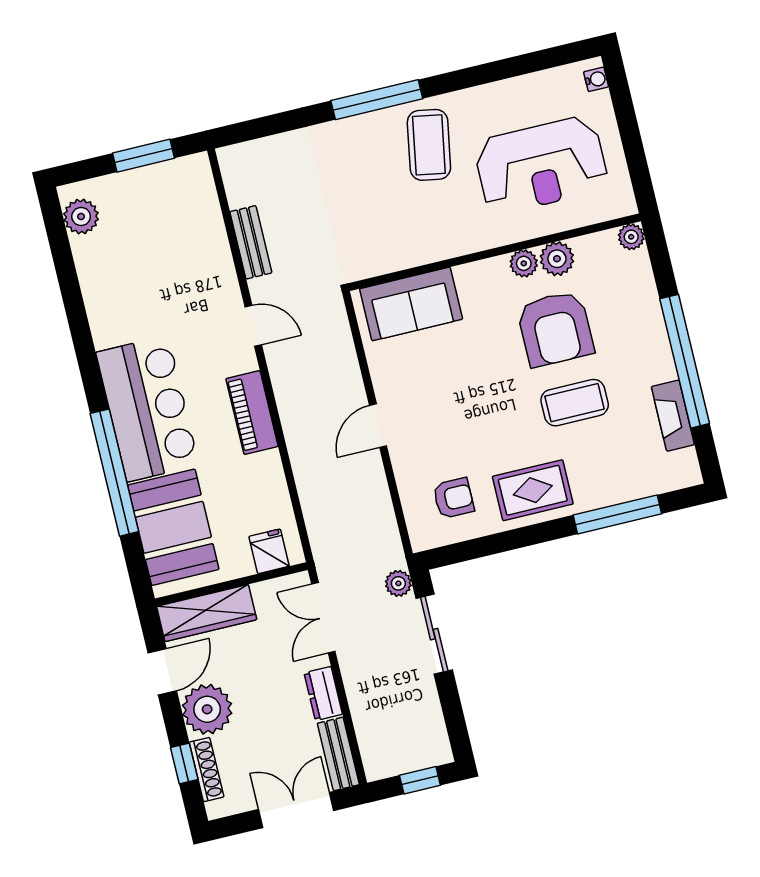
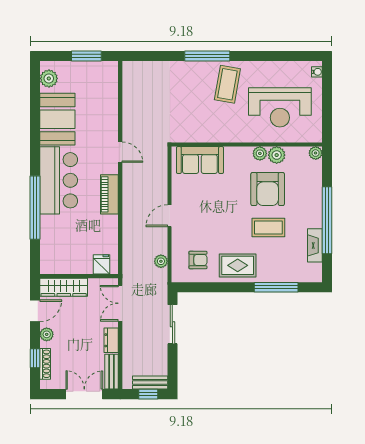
bench: (251, 242) -> (150, 382), moved, turned 90
booth: (173, 527) -> (57, 119), moved
plant: (398, 583) -> (161, 261), moved
plant: (207, 709) -> (47, 334), width x0.53, depth x0.53

